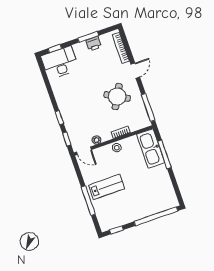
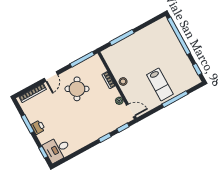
printer: (94, 44) -> (38, 127), moved
desk: (60, 63) -> (57, 149), width x0.73
door: (135, 71) -> (51, 76), swing flipped
kitchen sink: (151, 149) -> (119, 51), removed
door: (84, 151) -> (131, 111), hinge flipped
lab bench: (107, 187) -> (160, 84), turned 180

